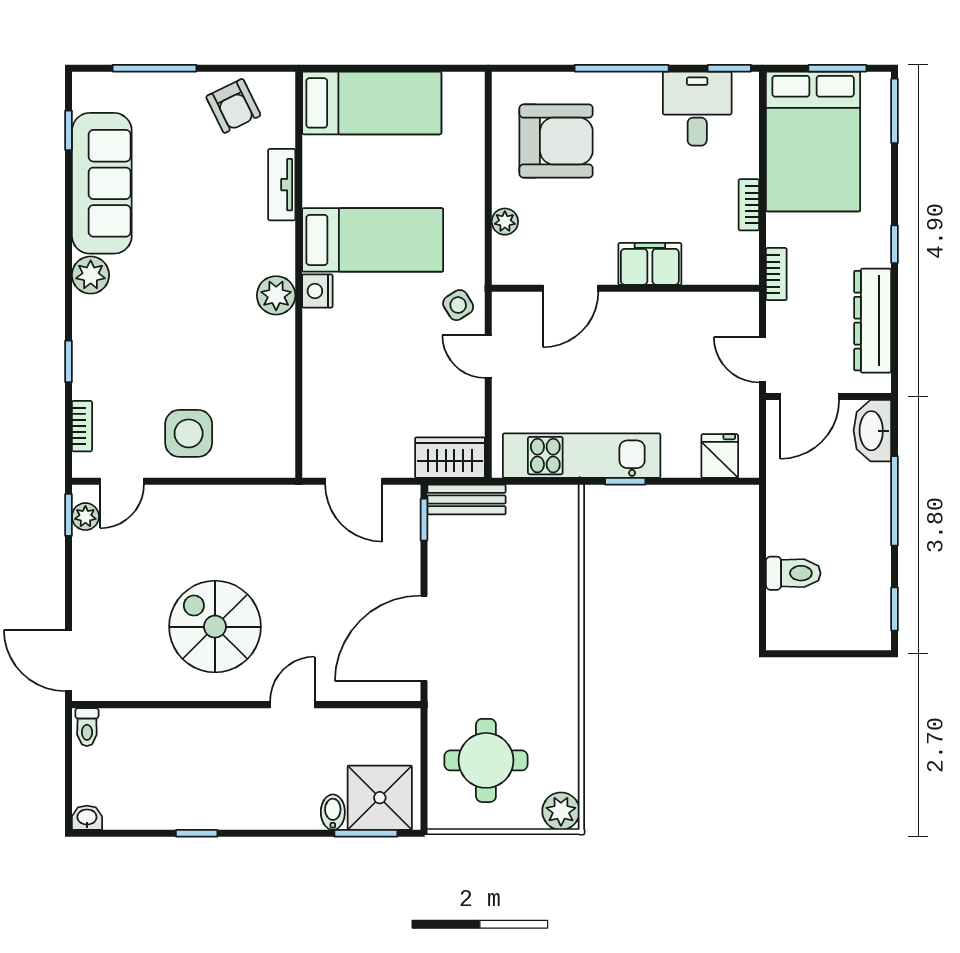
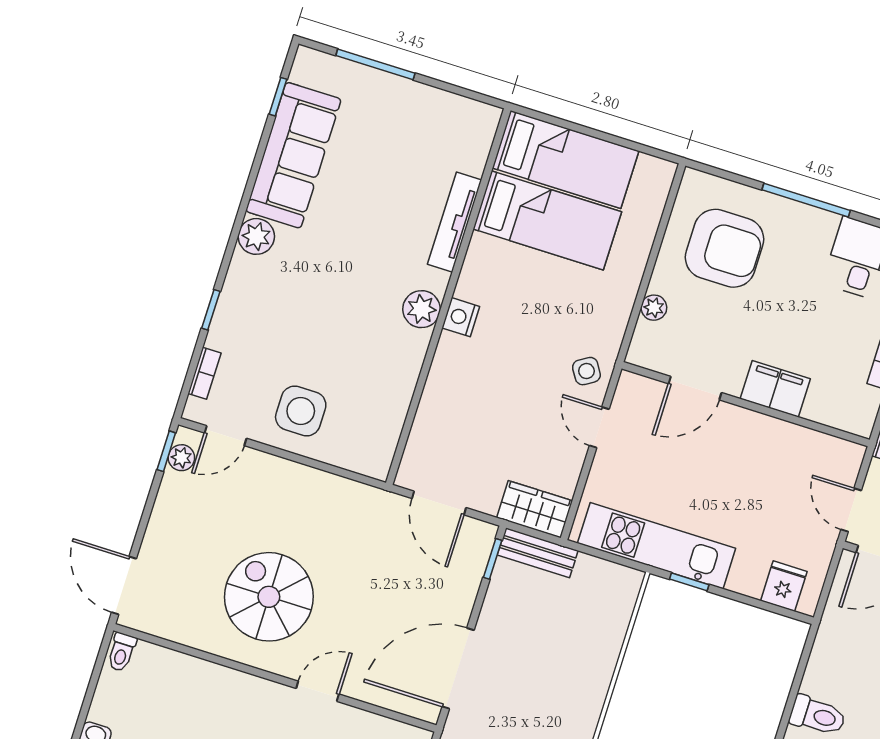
armchair: (233, 106) -> (437, 122), removed
tv unit: (282, 185) -> (455, 222), width x1.41
bed: (373, 240) -> (547, 220), moved

